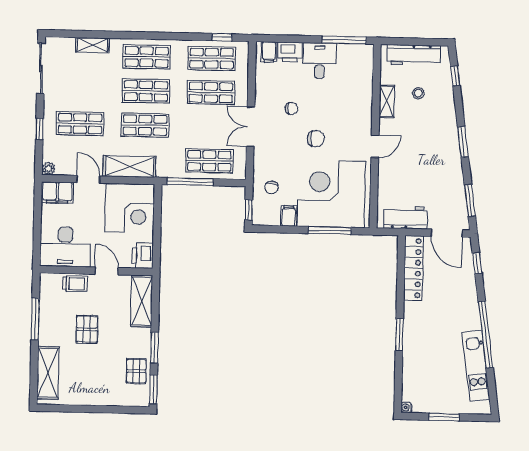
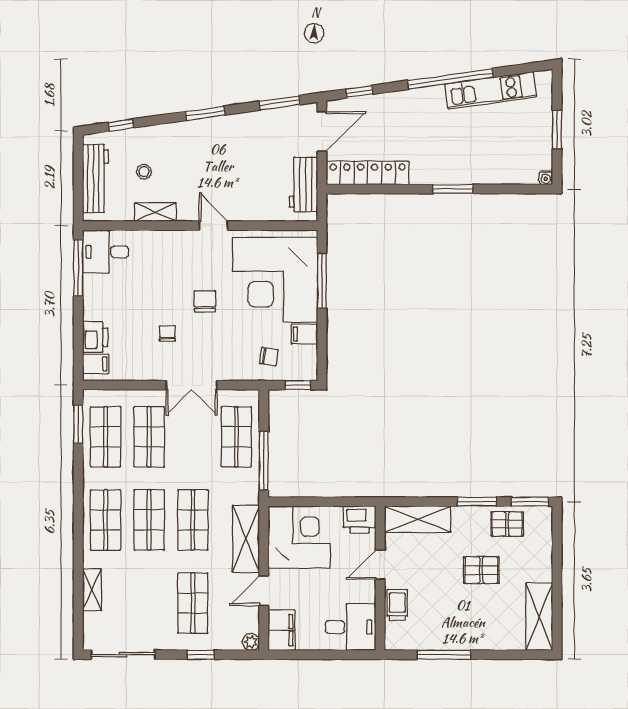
window: (222, 37) -> (78, 424), width x1.50
desk: (320, 61) -> (105, 252), moved
desk: (65, 247) -> (351, 627), width x0.73
pallet: (87, 329) -> (481, 570), moved
shelving: (48, 373) -> (539, 617), moved, turned 90

